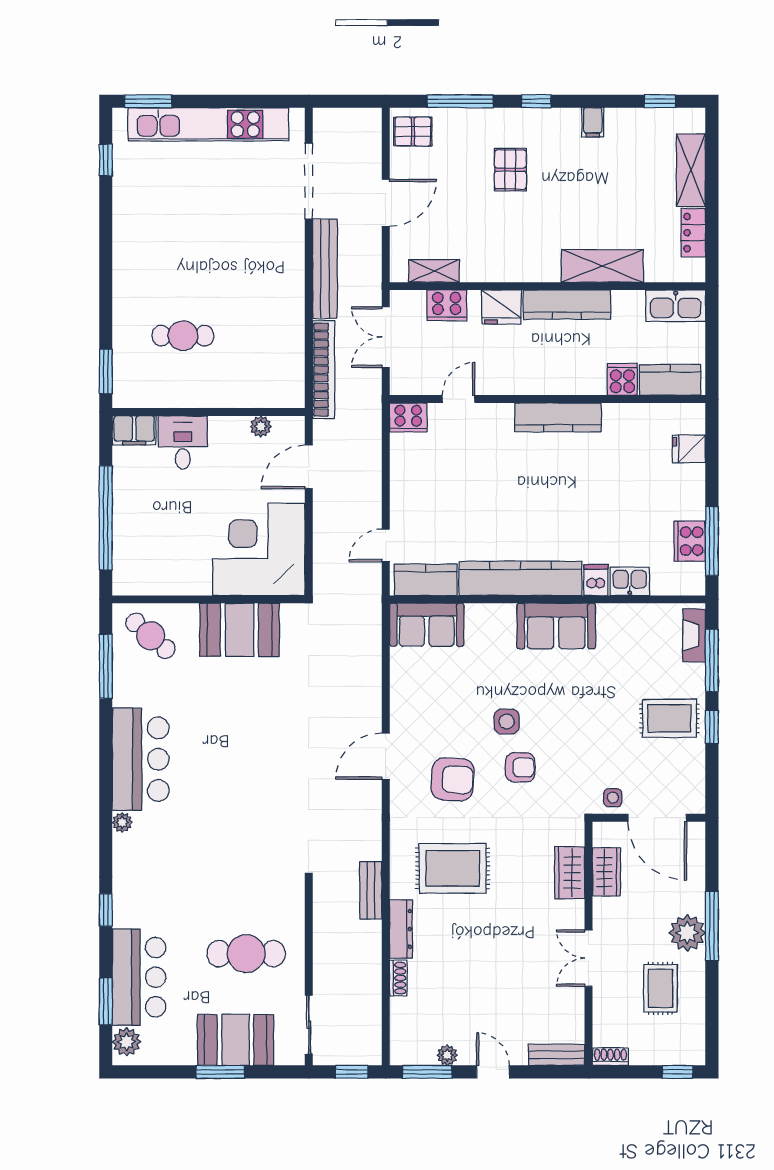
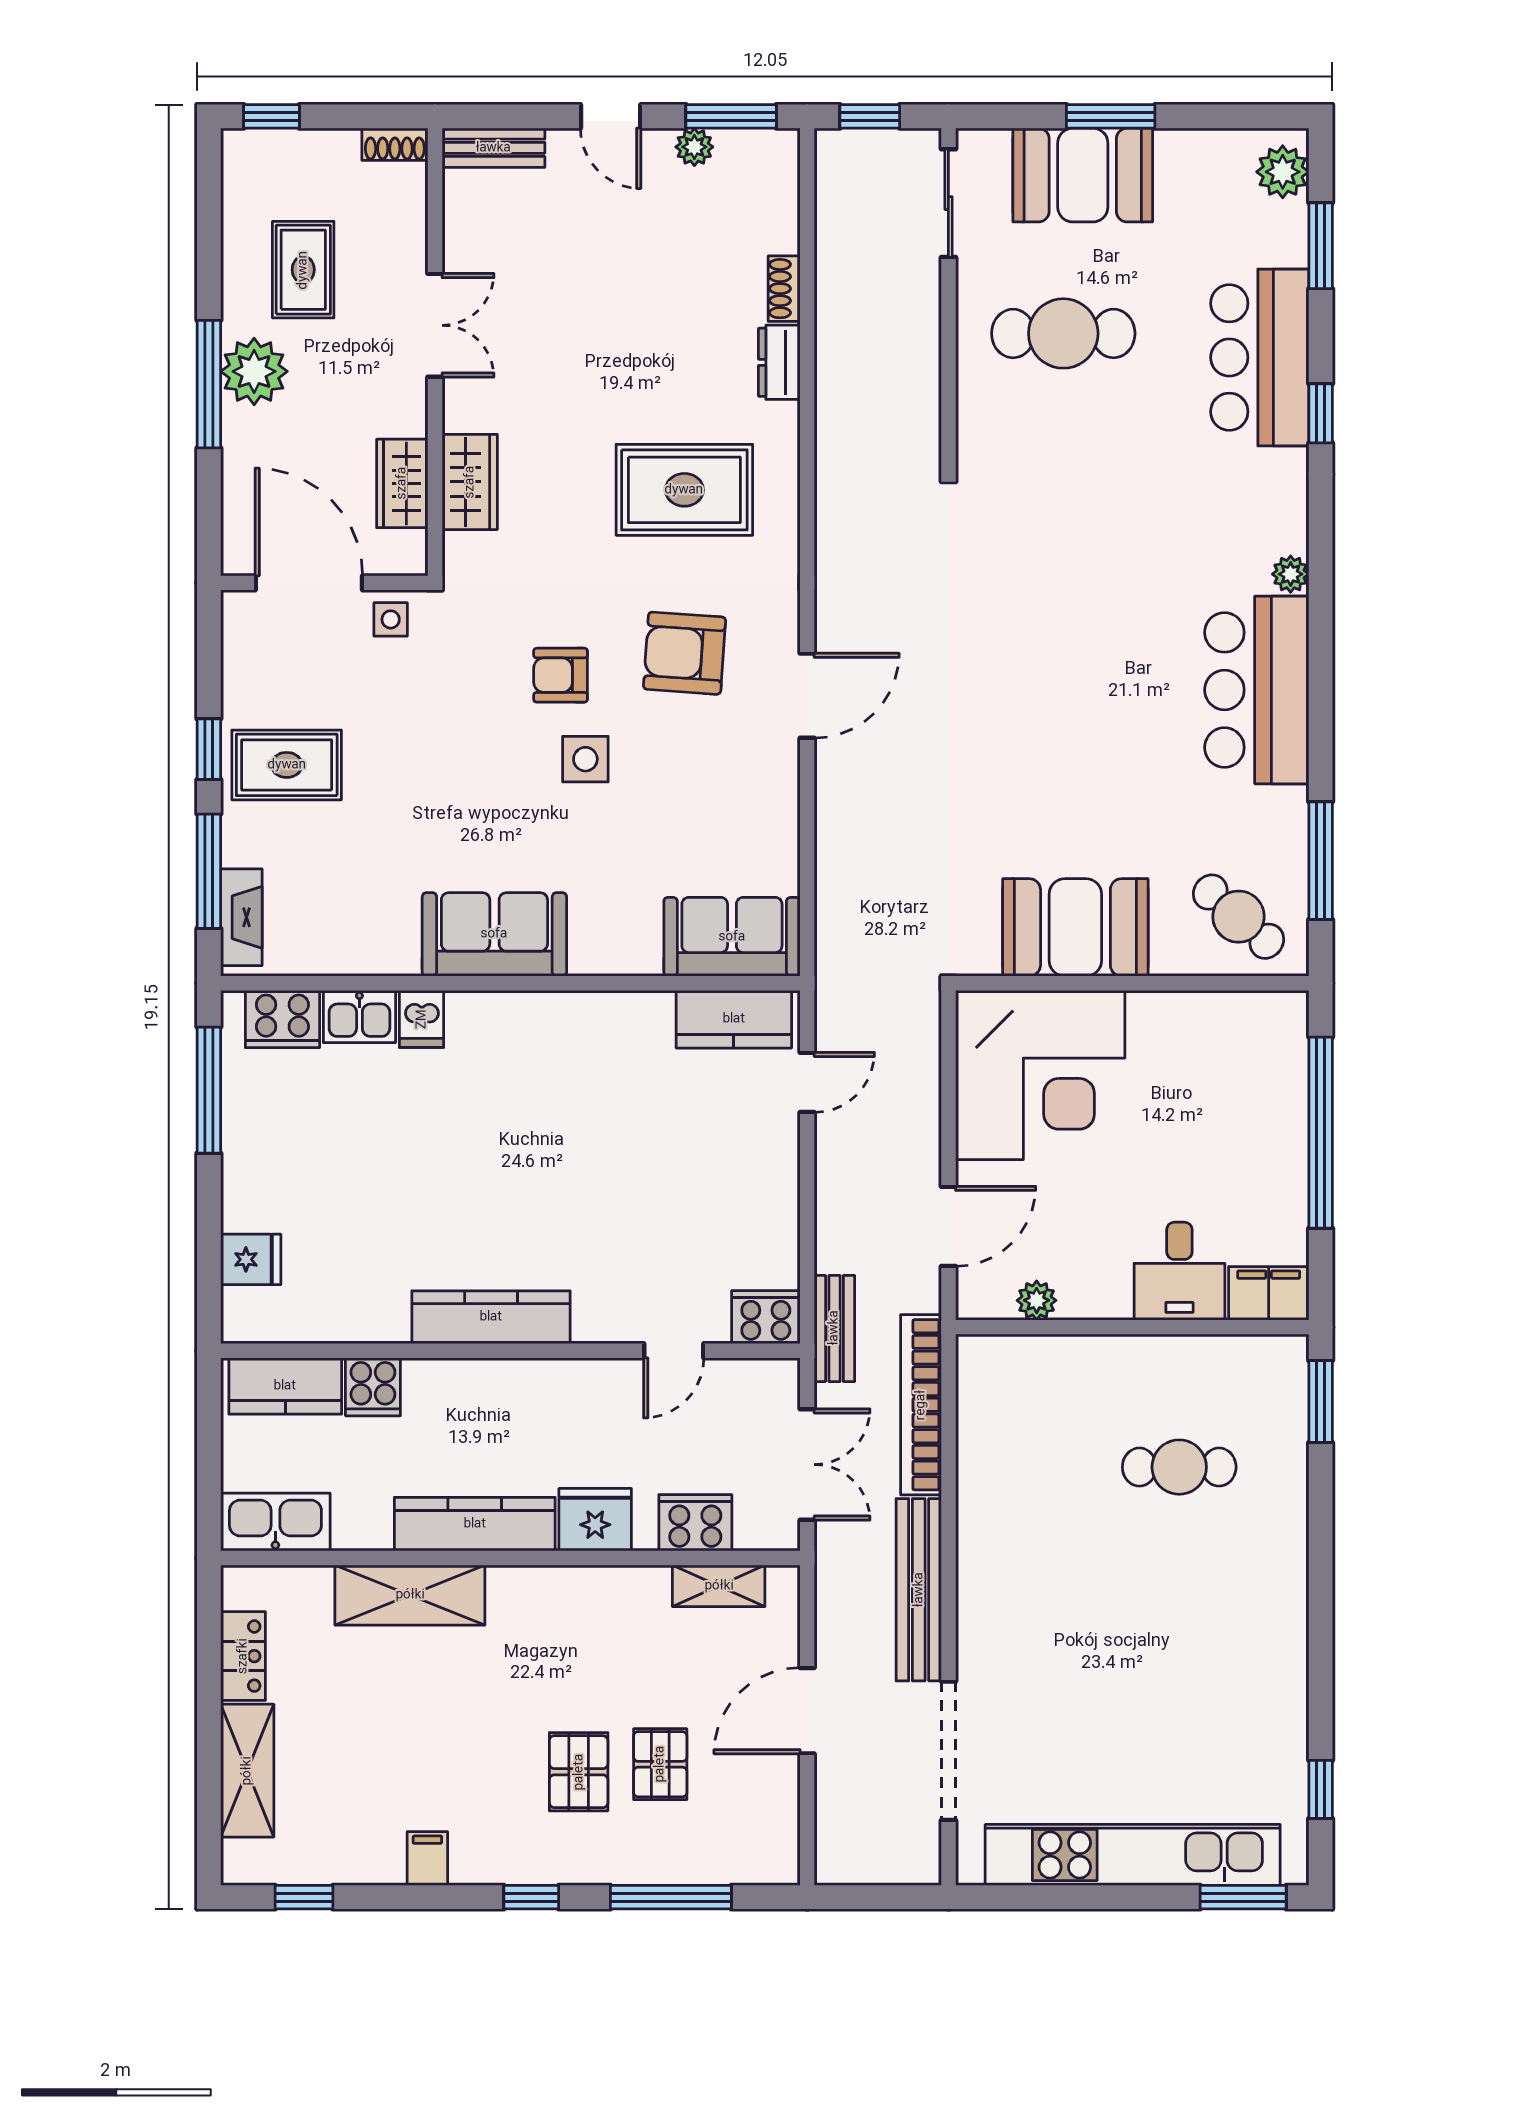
pallet: (413, 132) -> (660, 1764), moved, turned 90
cooker: (690, 541) -> (282, 1019), moved, turned 90
kitchen counter: (520, 578) -> (560, 1022), removed
bench: (371, 890) -> (834, 1328), moved
dresser: (401, 929) -> (779, 362), width x0.70
bar counter: (139, 977) -> (1260, 357), moved

